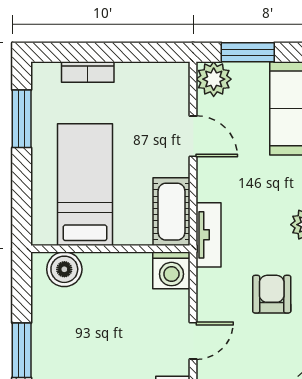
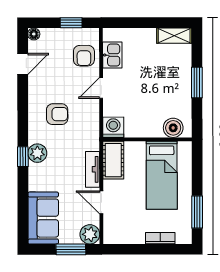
tv unit: (209, 235) -> (93, 169), moved
armchair: (272, 294) -> (57, 114), turned -90

